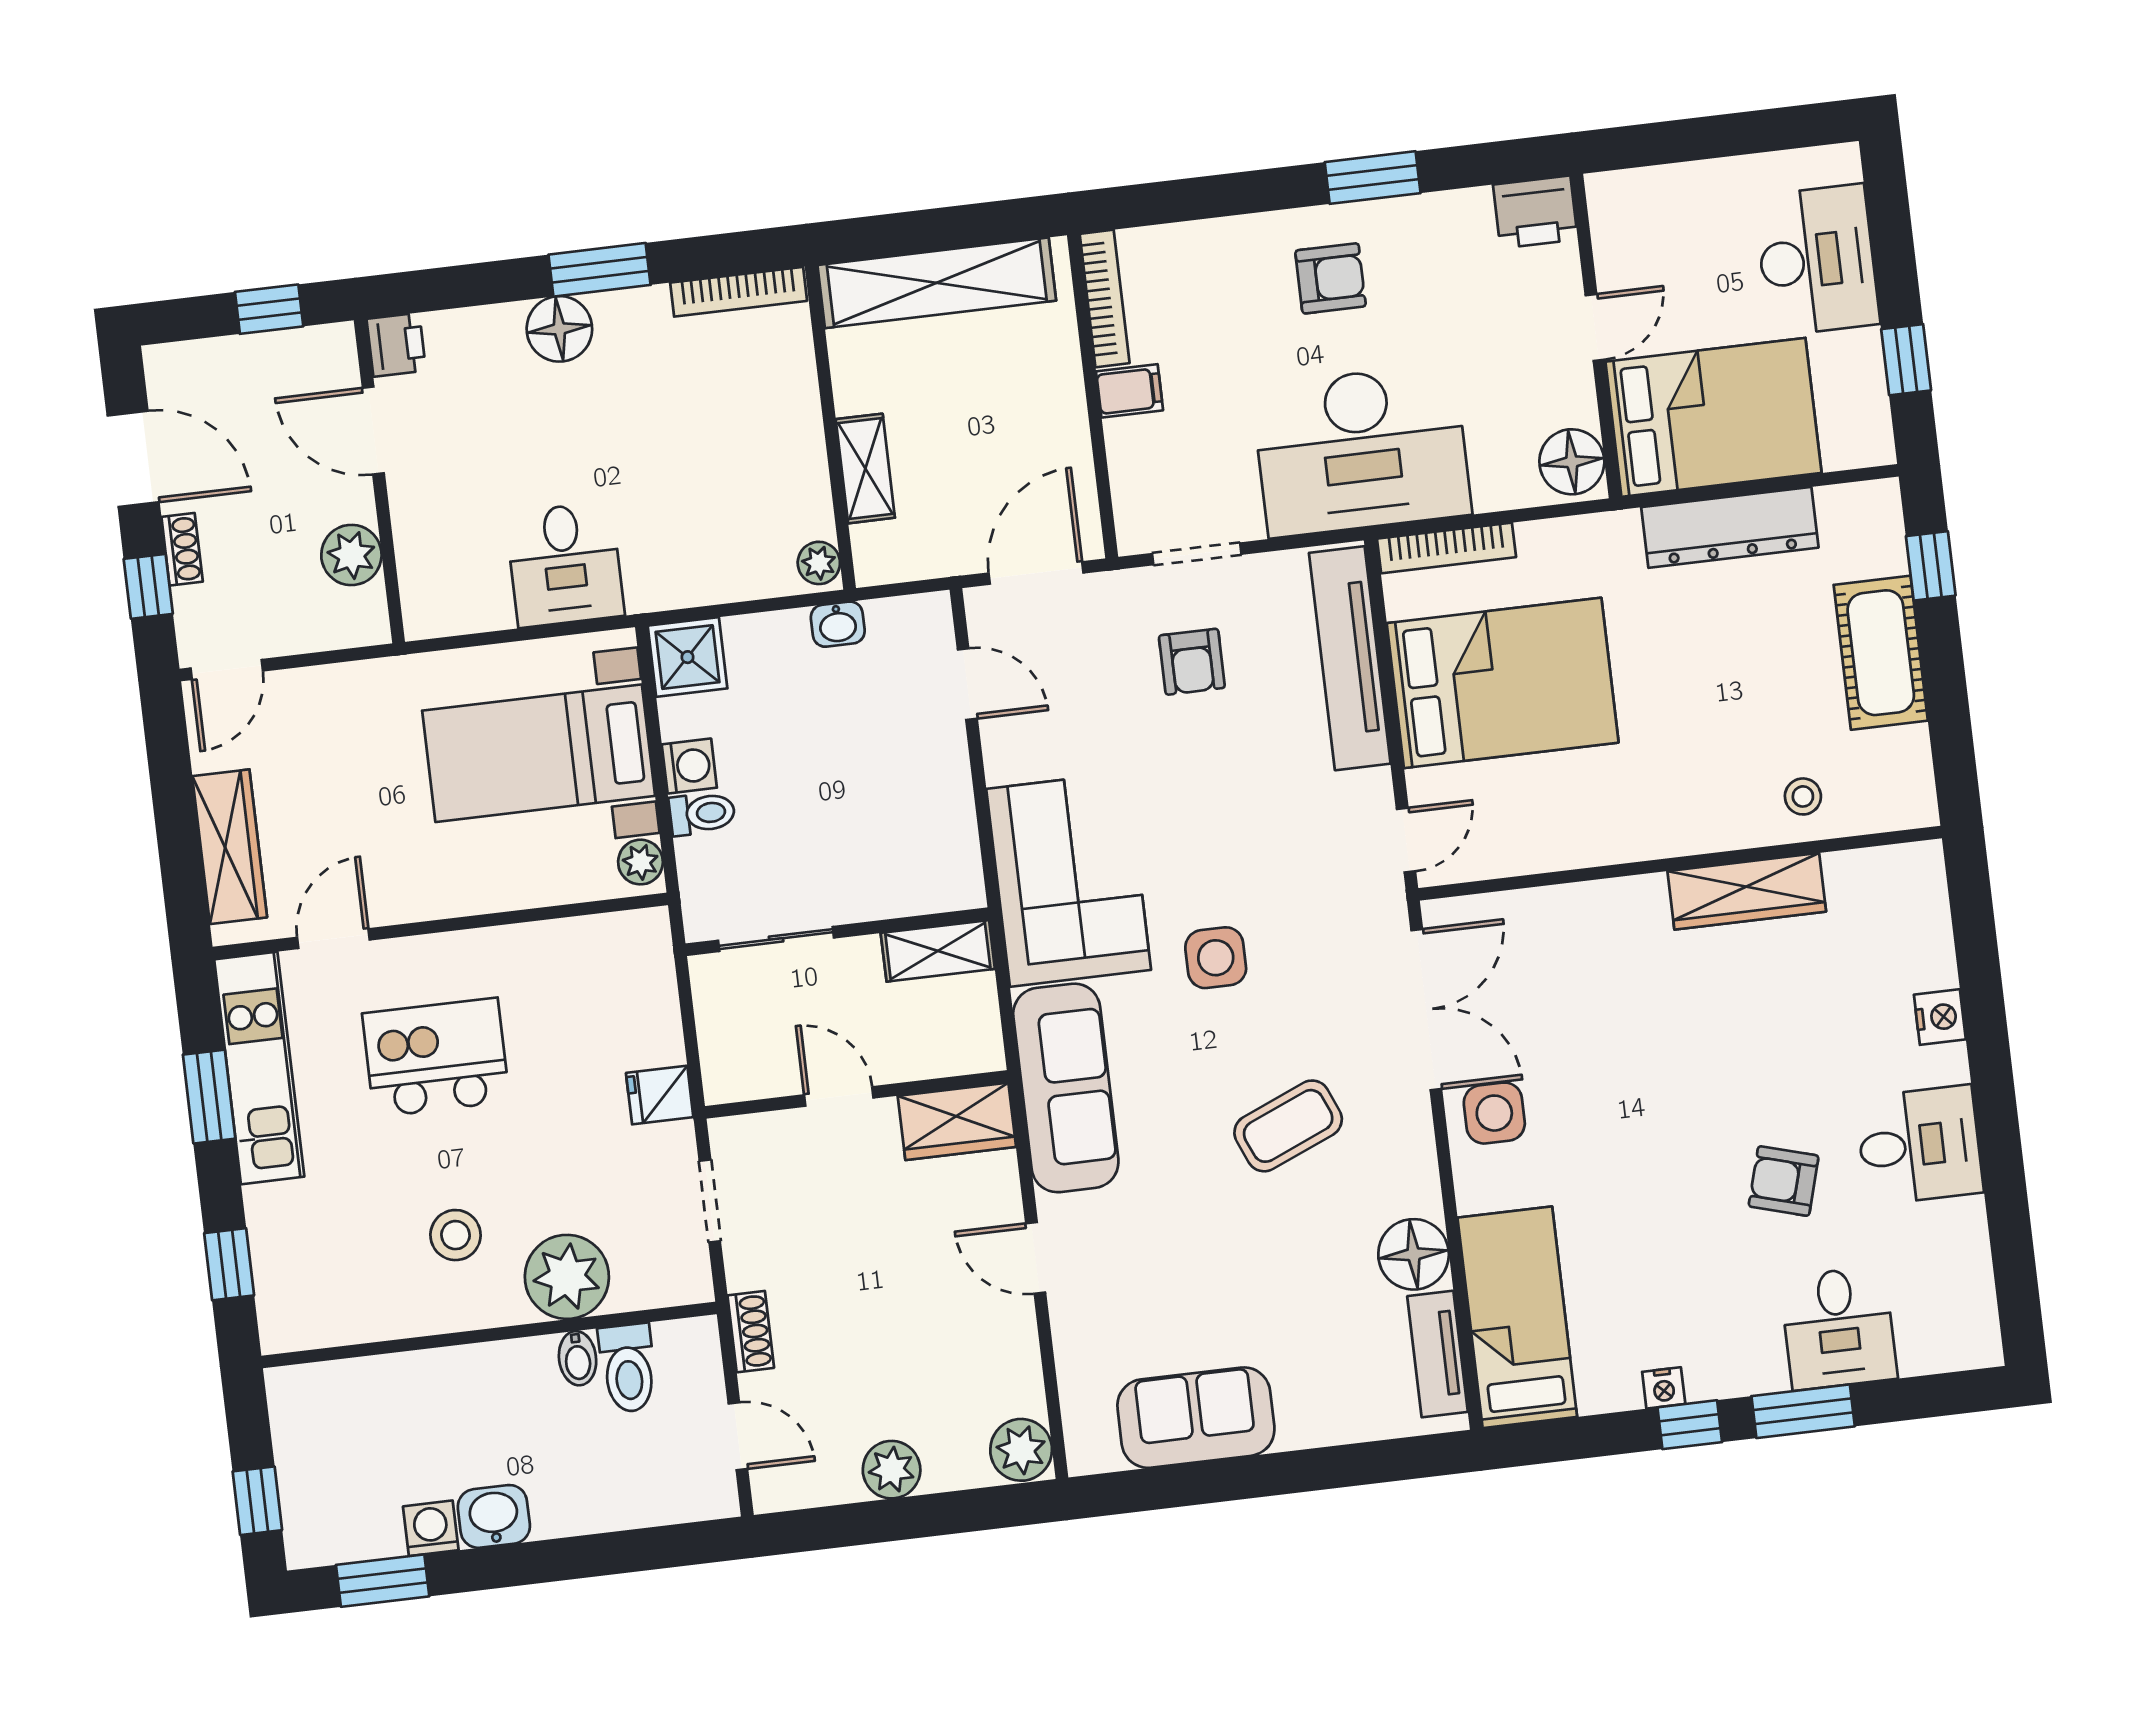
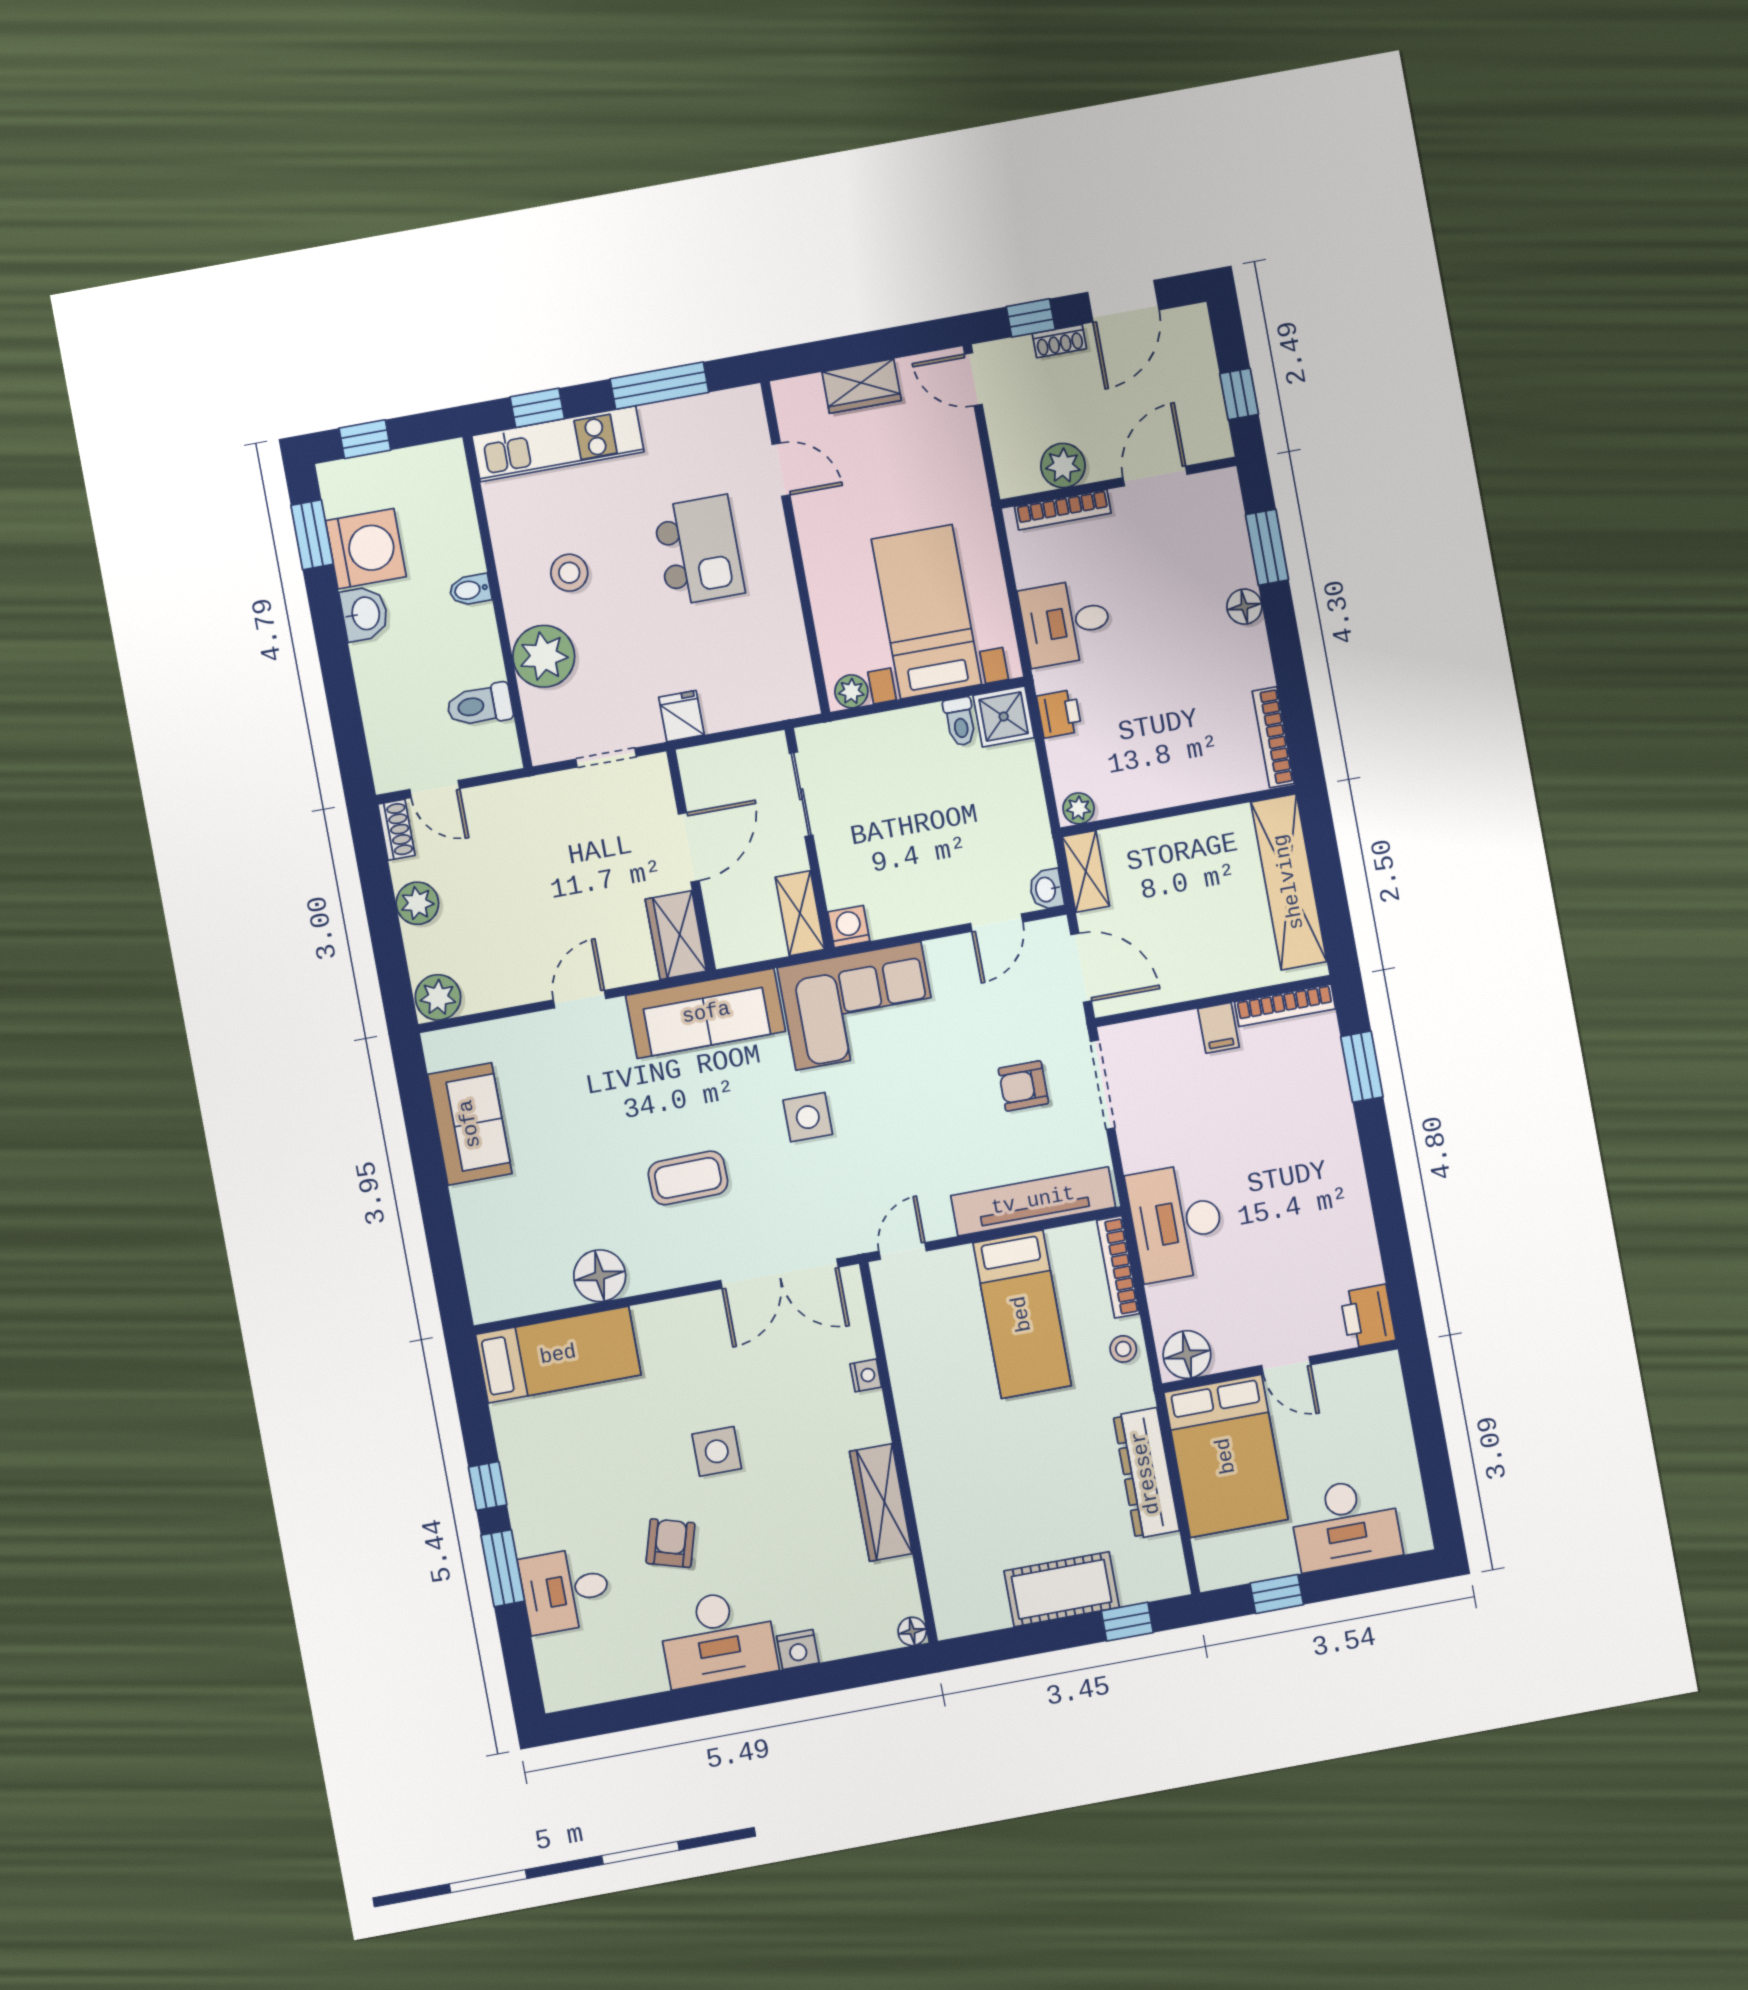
window: (1373, 178) -> (1362, 1067), moved
window: (600, 270) -> (1267, 547), moved
armchair: (1331, 278) -> (1310, 1170), removed
floor lamp: (559, 329) -> (1244, 607), width x0.73, depth x0.73
printer: (396, 345) -> (1059, 714), moved, turned -90
desk: (1361, 450) -> (1177, 1222), width x0.73, depth x0.77
shelving: (865, 468) -> (1086, 871), moved, turned 90
doorway: (1197, 554) -> (1103, 1085), width x1.38
bookcase: (412, 559) -> (1063, 510), added
washbasin: (838, 624) -> (1046, 889), moved
bed: (1503, 683) -> (1022, 1314), width x0.67
washing machine: (689, 766) -> (849, 927), moved, turned 180
stool: (1803, 796) -> (1123, 1349), moved
toilet: (702, 813) -> (960, 721), moved
door: (1406, 840) -> (903, 1251), swing flipped
wardrobe: (230, 847) -> (862, 386), width x0.67
floor lamp: (1925, 860) -> (912, 1631), added
kitchen unit: (259, 1068) -> (558, 444), moved
door: (839, 1096) -> (689, 847), width x1.38
window: (209, 1097) -> (659, 386), width x1.44
side table: (1494, 1113) -> (717, 1451), moved
coffee table: (1288, 1126) -> (688, 1178), turned -68
desk: (1919, 1145) -> (718, 1638), width x1.37
shoe rack: (751, 1332) -> (396, 830), moved, turned -90
tv unit: (1438, 1354) -> (528, 1298), removed
bidet: (578, 1358) -> (470, 590), moved
nightstand: (1664, 1388) -> (866, 1375), moved, turned 180
door: (738, 1436) -> (435, 789), hinge flipped
washing machine: (431, 1528) -> (366, 549), width x1.89, depth x1.89

